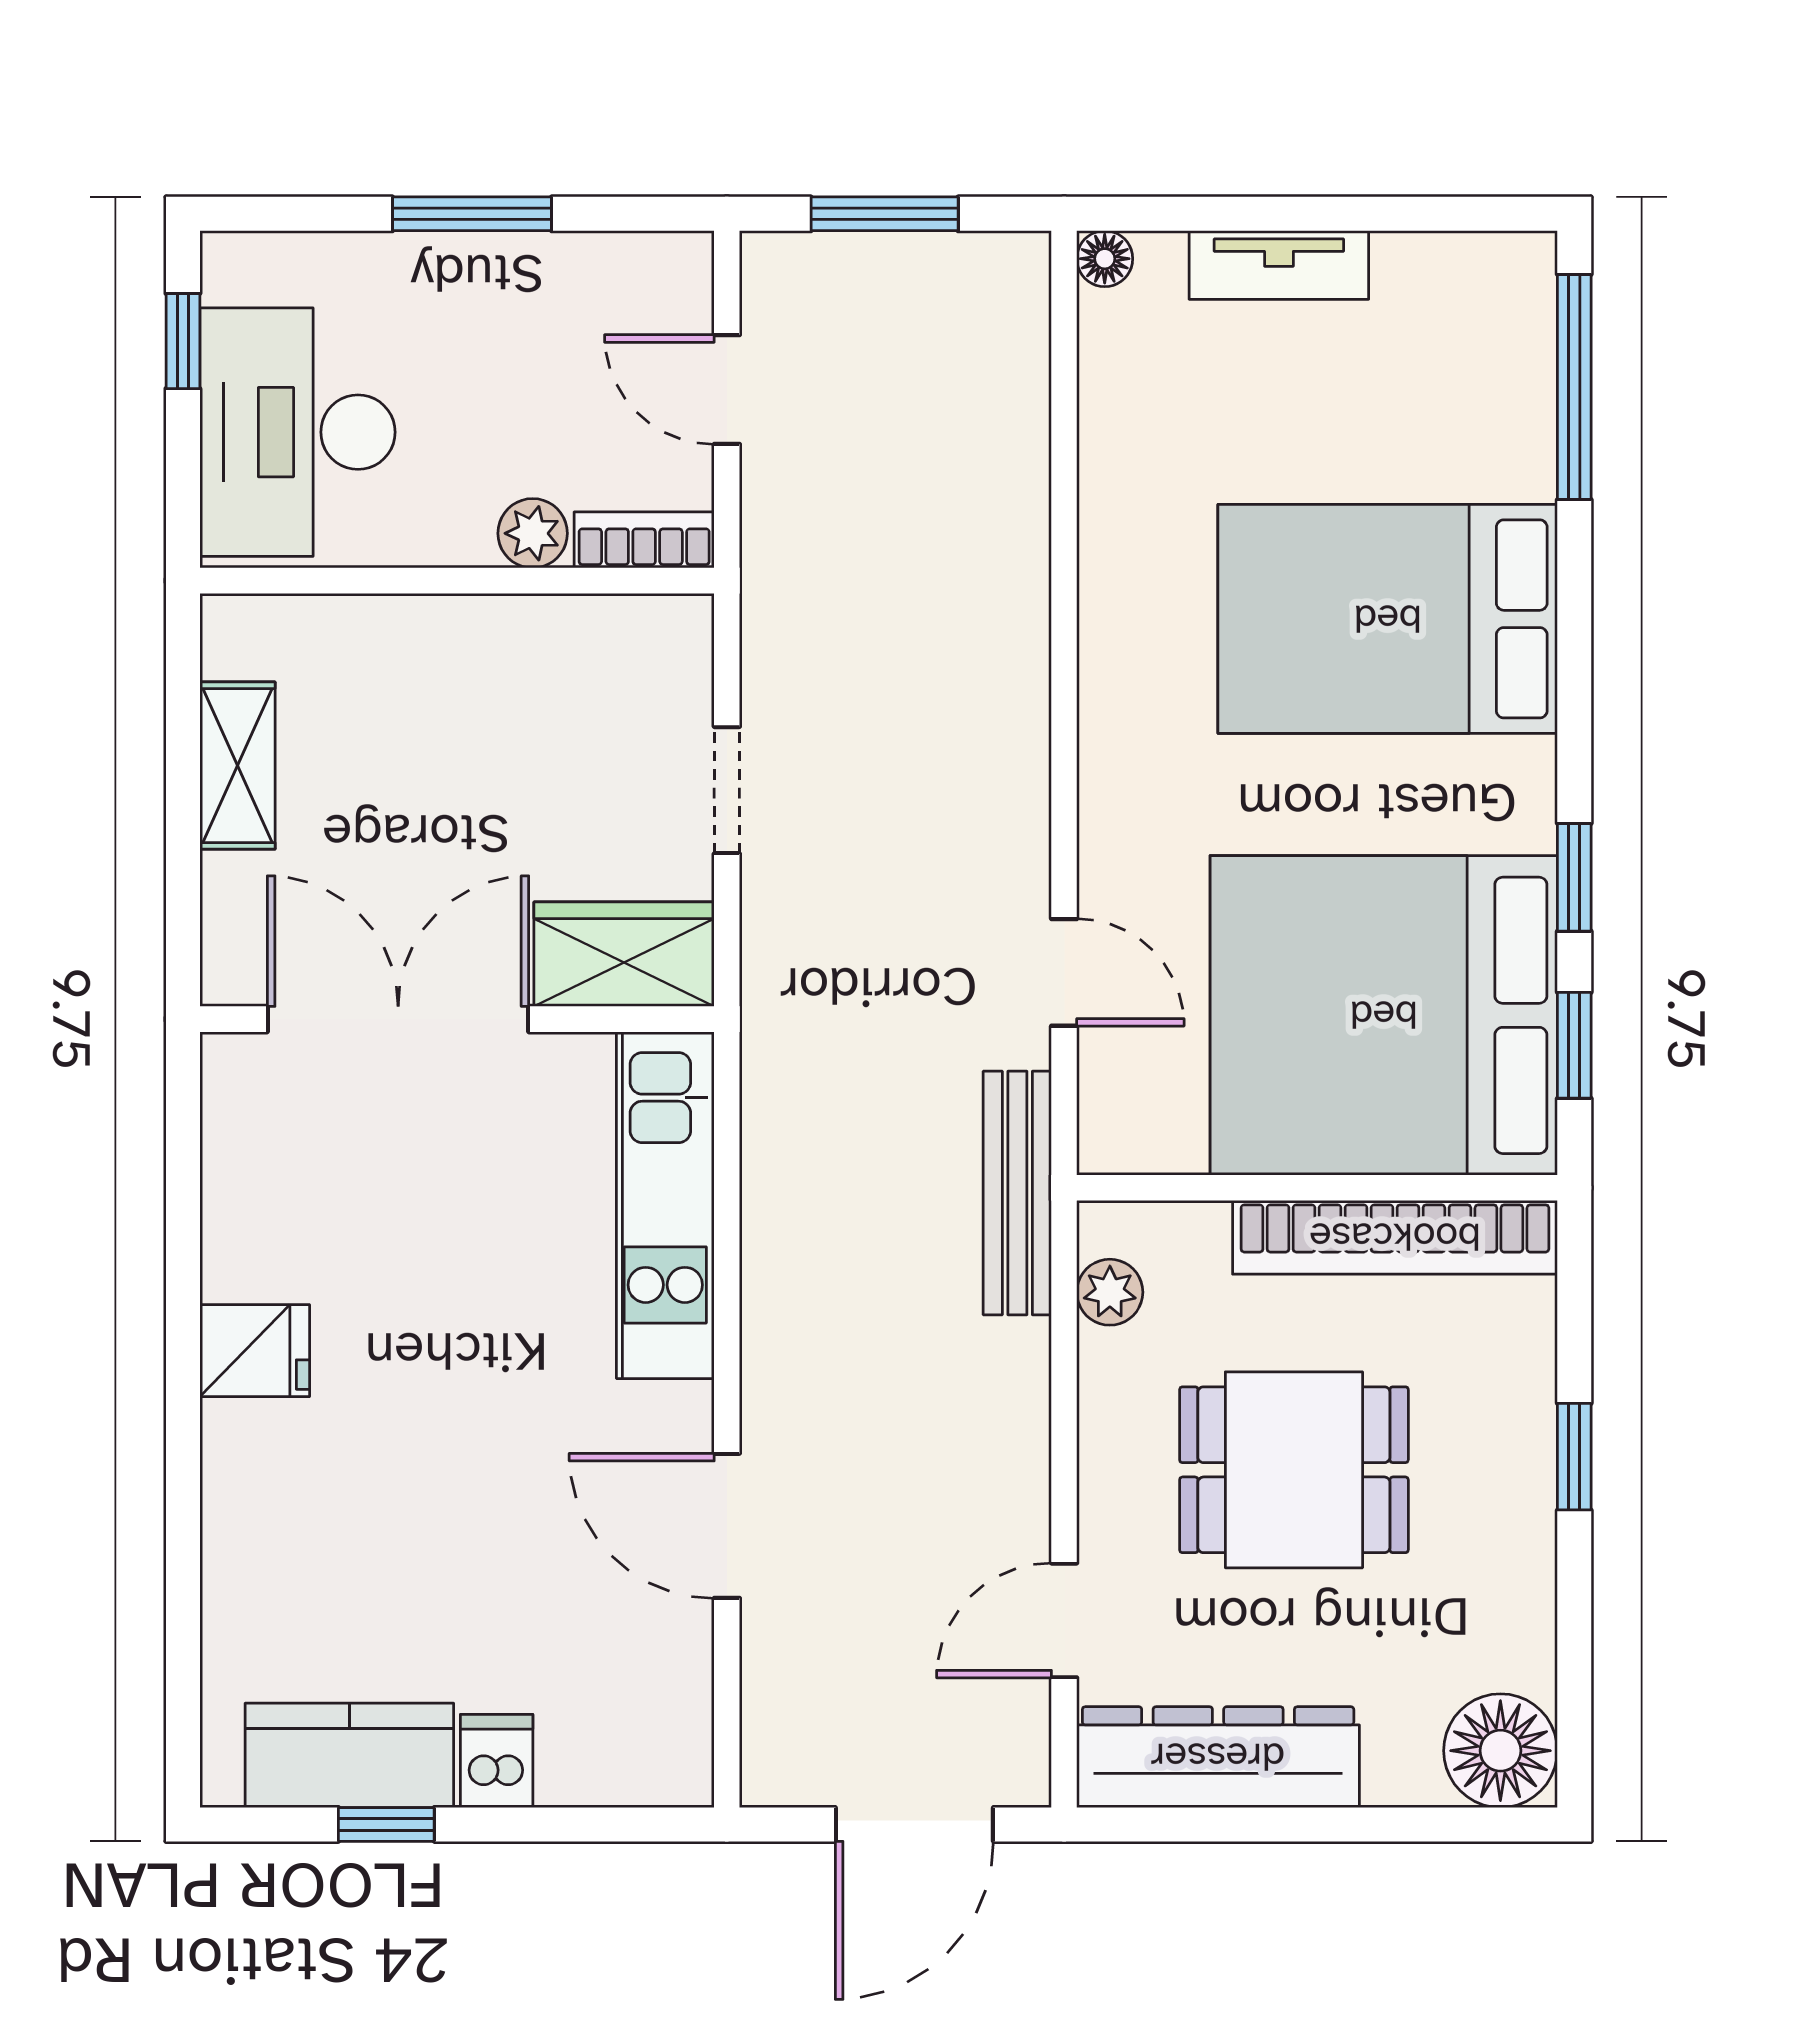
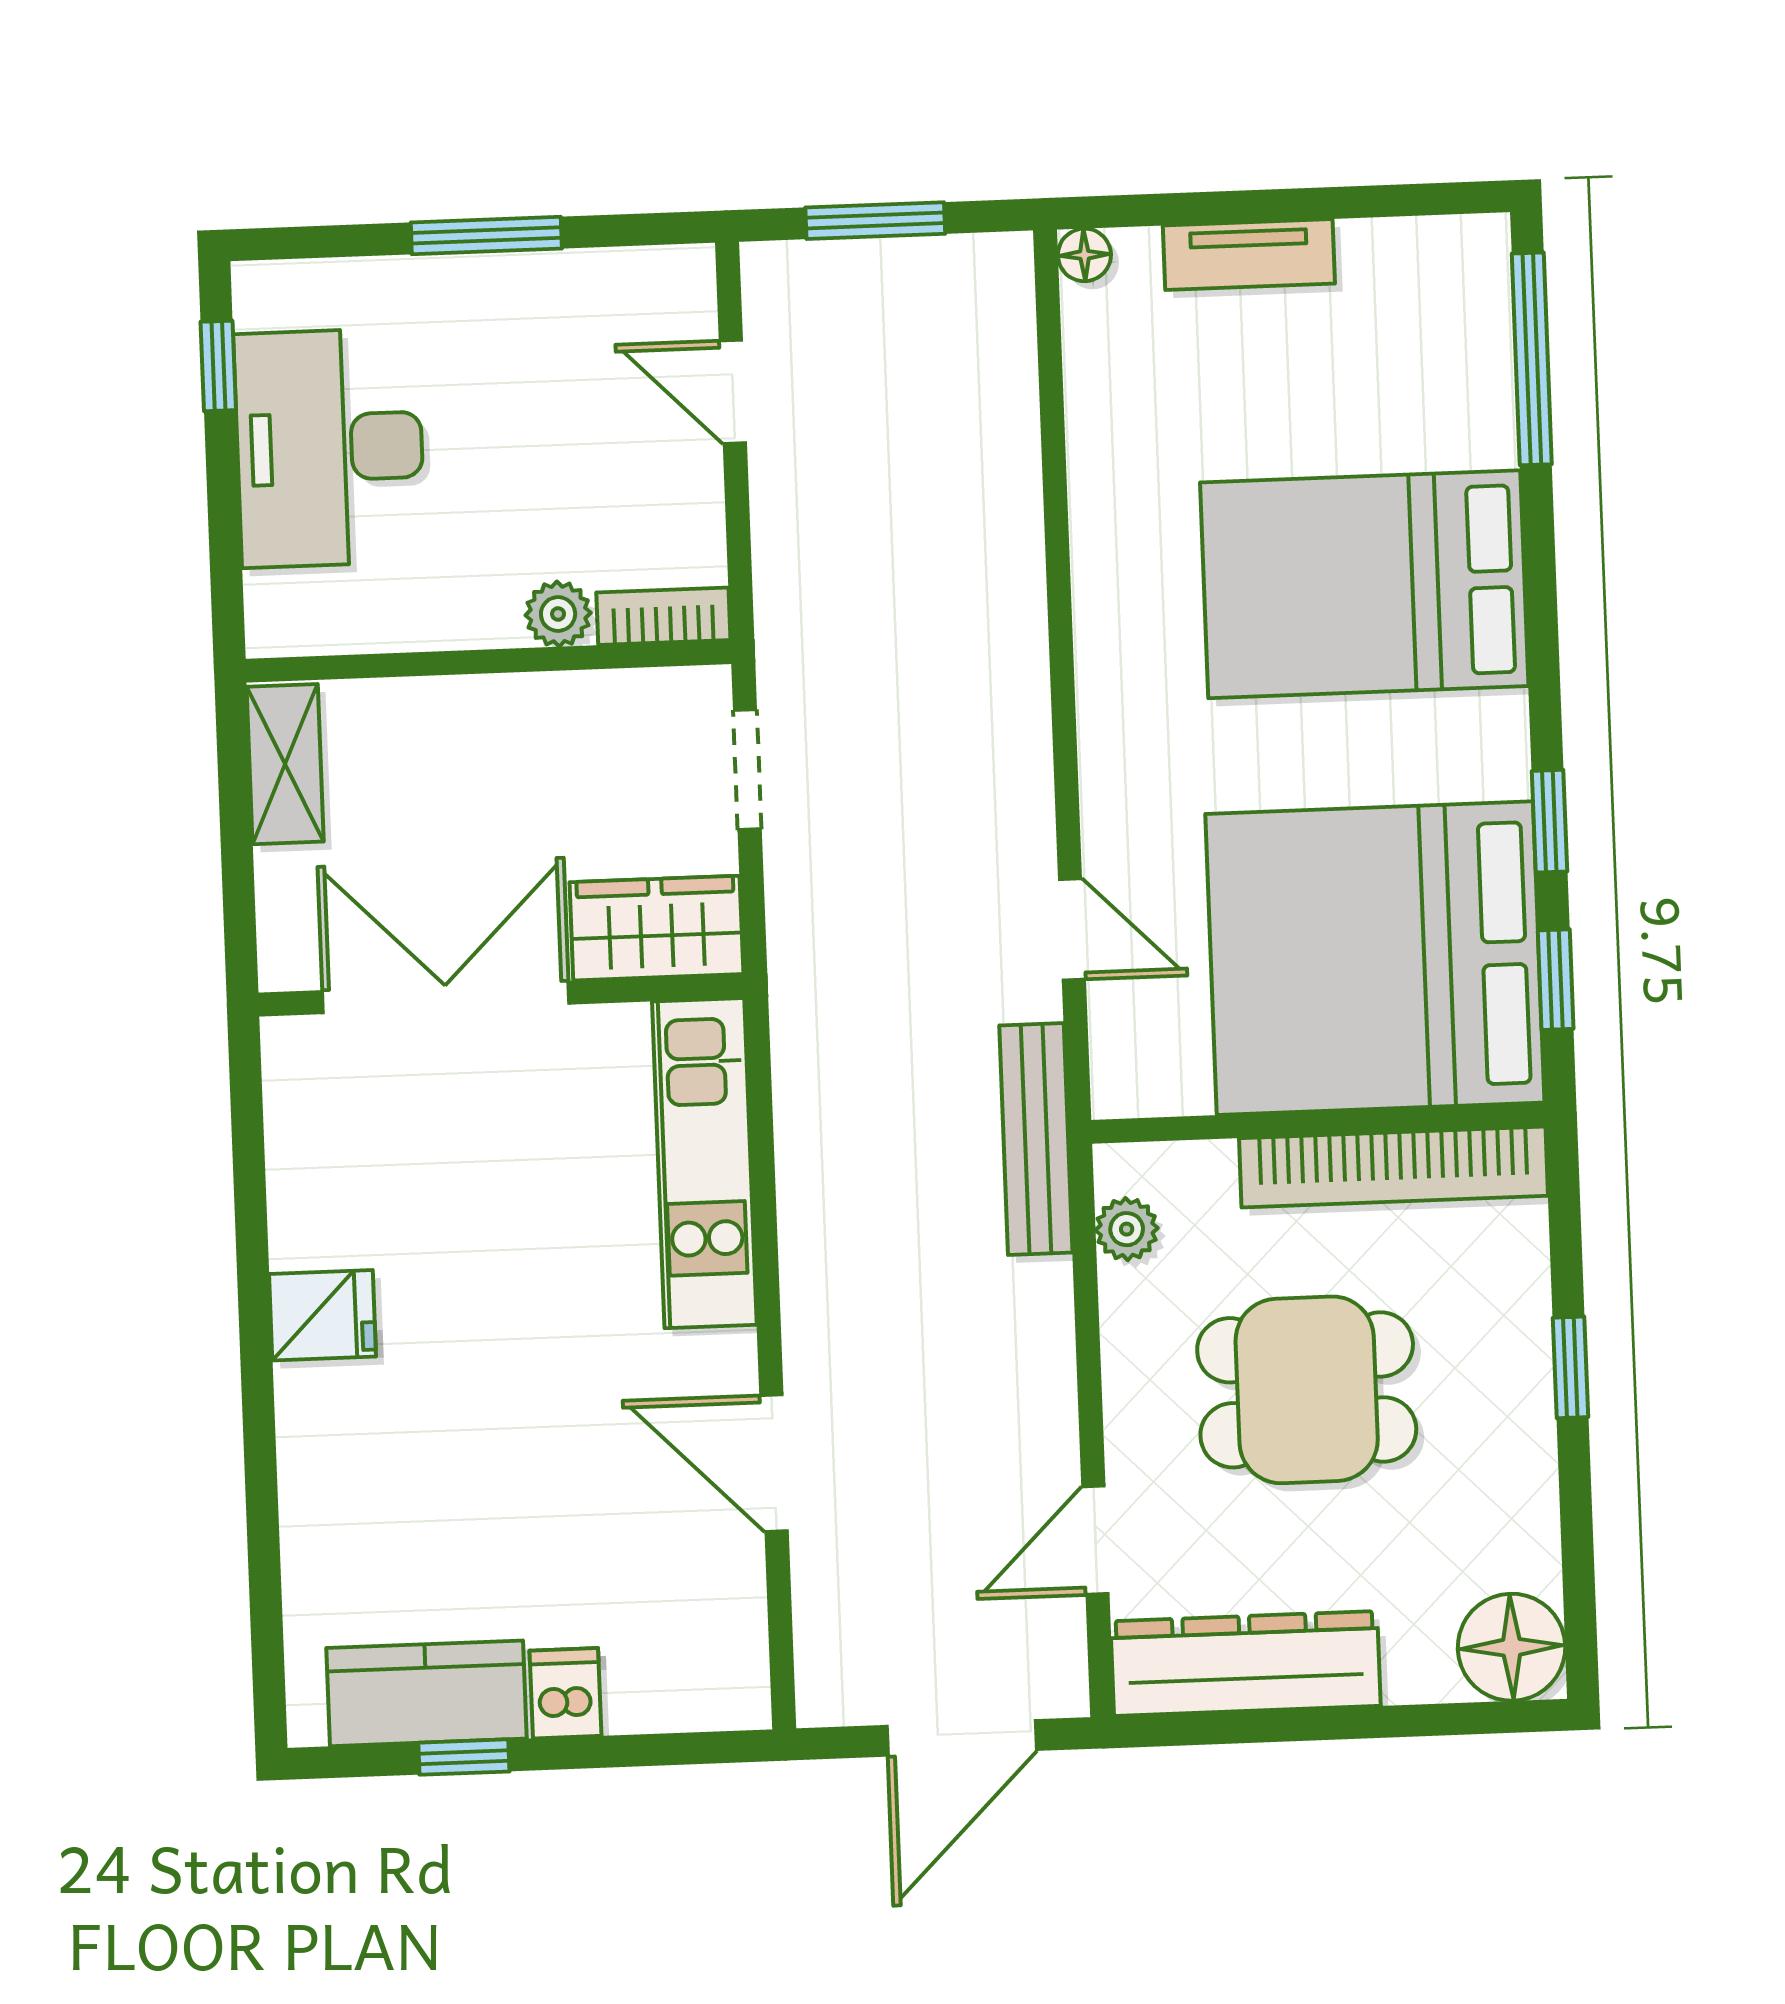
plant: (533, 533) -> (558, 614), moved
bookcase: (644, 540) -> (663, 616), moved
wall: (457, 581) -> (488, 661), moved

